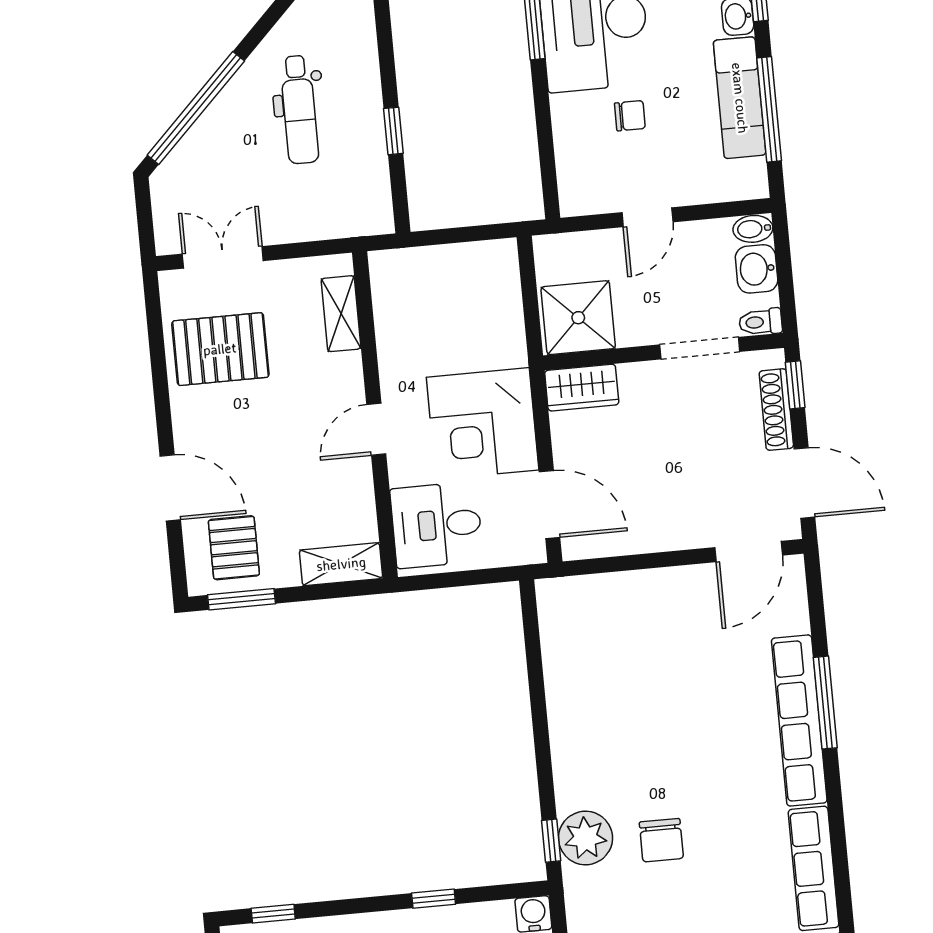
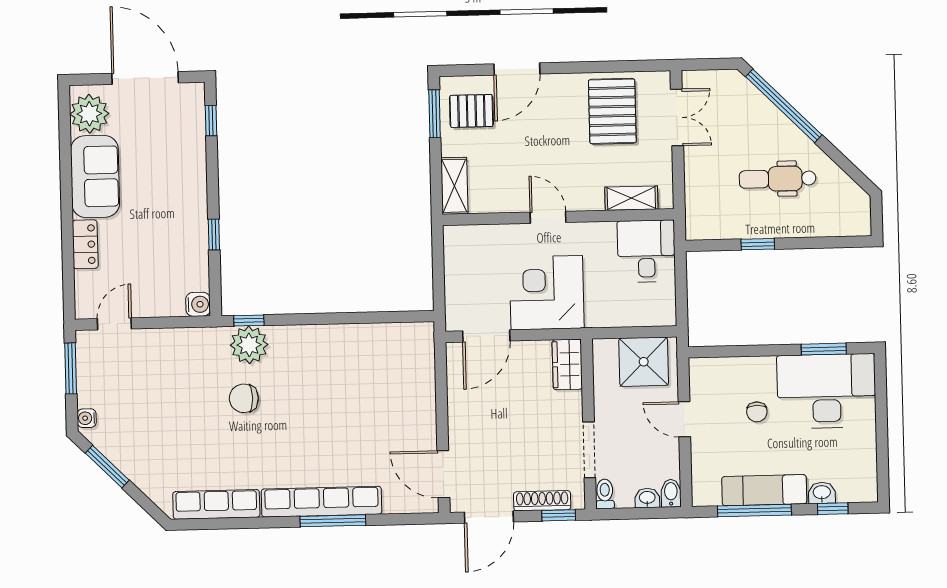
washbasin: (757, 269) -> (647, 498), width x0.72, depth x0.69
shower: (578, 318) -> (644, 362), moved
desk: (437, 525) -> (646, 251), moved

